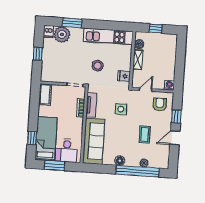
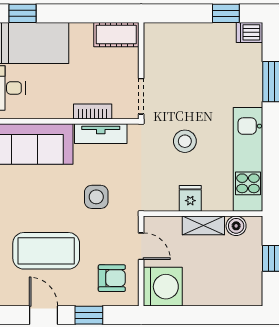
plant: (62, 34) -> (246, 61), removed
window: (38, 54) -> (226, 13), moved
fridge: (124, 76) -> (190, 198), moved
washing machine: (169, 85) -> (163, 287), width x1.89, depth x1.89
coffee table: (145, 134) -> (46, 251), width x1.86, depth x1.72

